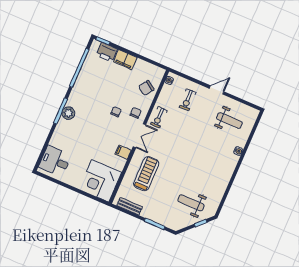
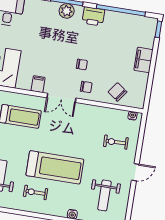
printer: (107, 52) -> (93, 16), moved, turned -90
door: (217, 90) -> (135, 172), hinge flipped
exercise bike: (159, 117) -> (35, 192), moved
treadmill: (196, 156) -> (55, 167), added

